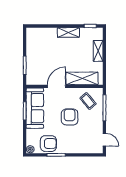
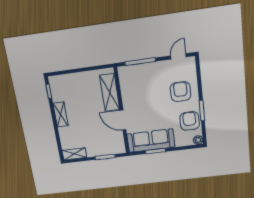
shelving: (98, 51) -> (74, 154), moved
coffee table: (88, 101) -> (135, 82), removed
armchair: (70, 117) -> (181, 92), moved, turned 90

